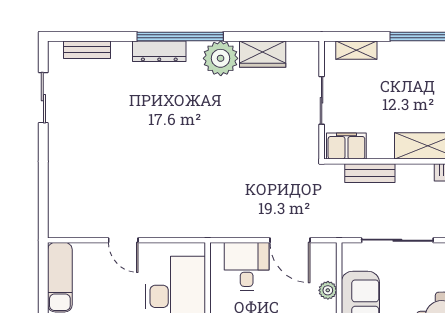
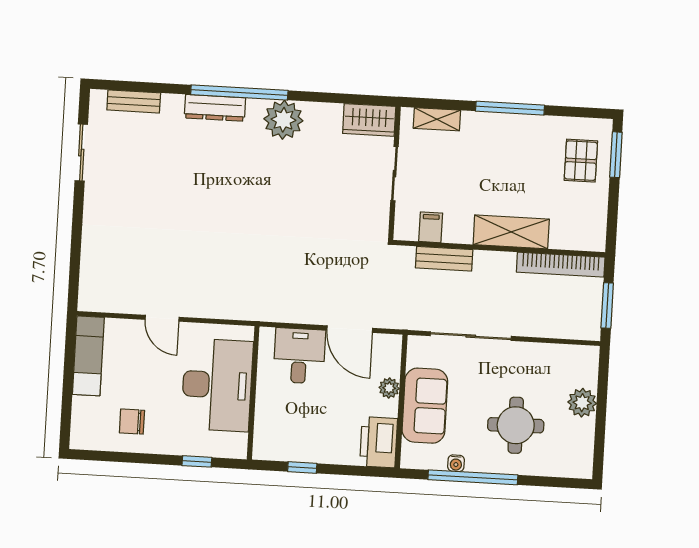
wardrobe: (263, 54) -> (369, 120), moved
filing cabinet: (346, 146) -> (431, 227), width x0.50

